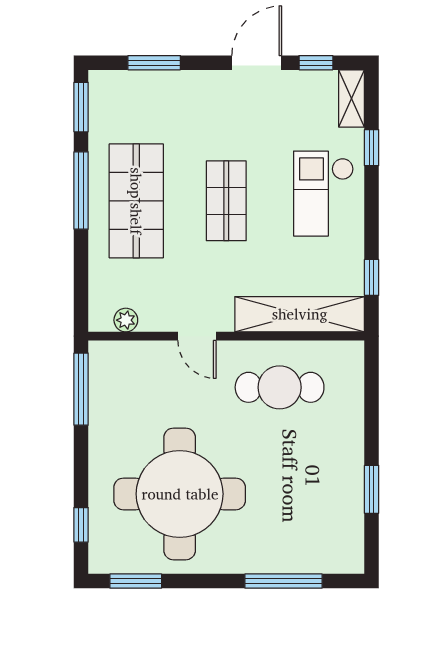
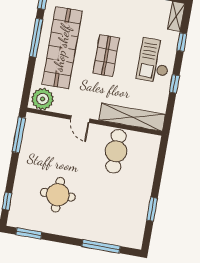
shop shelf: (136, 201) -> (62, 48), width x1.40
window: (372, 277) -> (174, 84), moved
plant: (126, 320) -> (43, 99), width x1.88, depth x1.88
cafe table: (280, 387) -> (116, 151), turned 90
round table: (180, 494) -> (58, 195), width x0.54, depth x0.54

